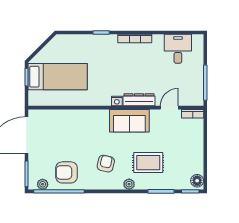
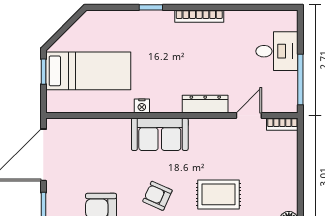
desk: (178, 49) -> (277, 51), moved, turned 90
nightstand: (117, 101) -> (142, 106), moved
sofa: (129, 121) -> (160, 134), moved
armchair: (106, 164) -> (157, 196), turned -79

